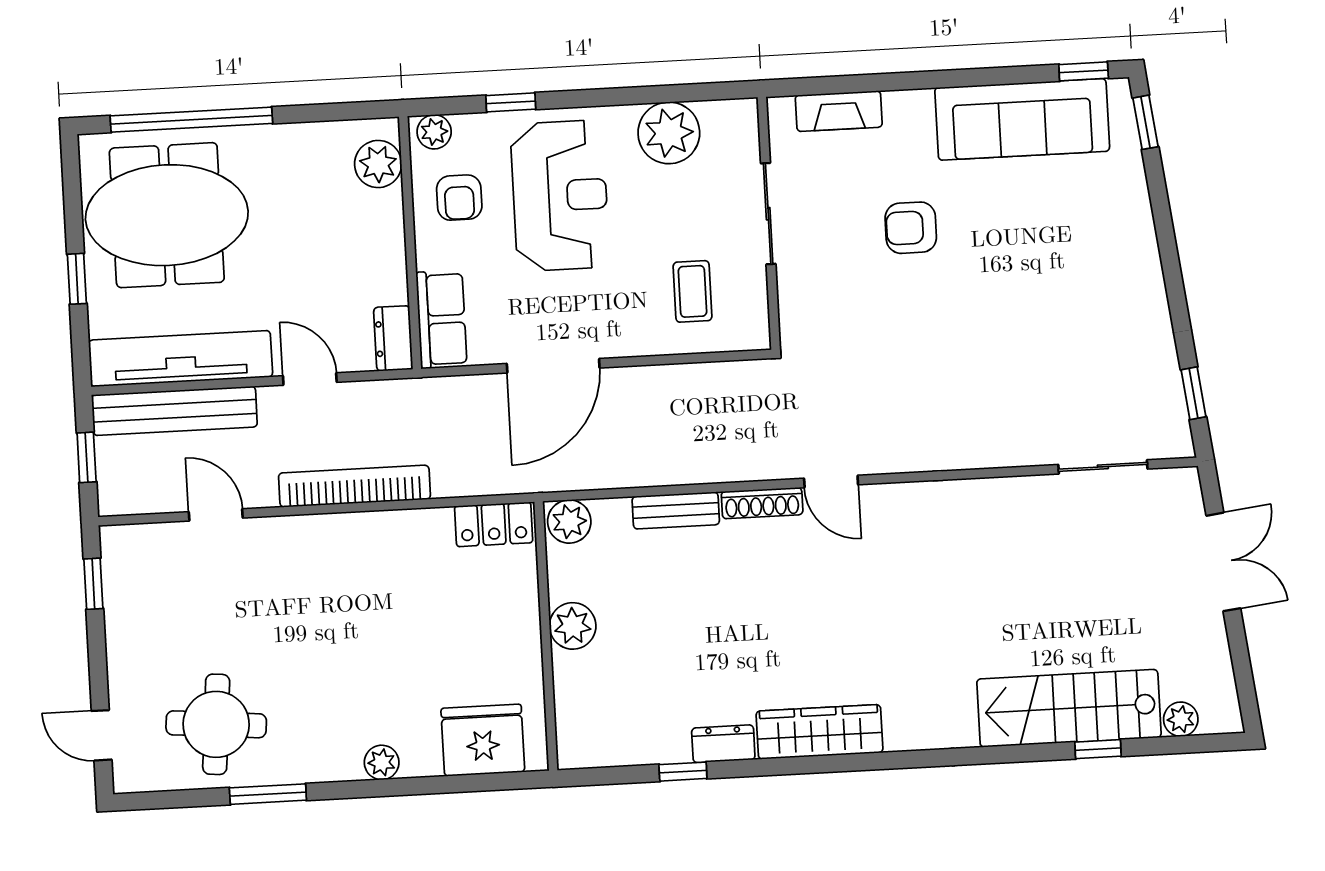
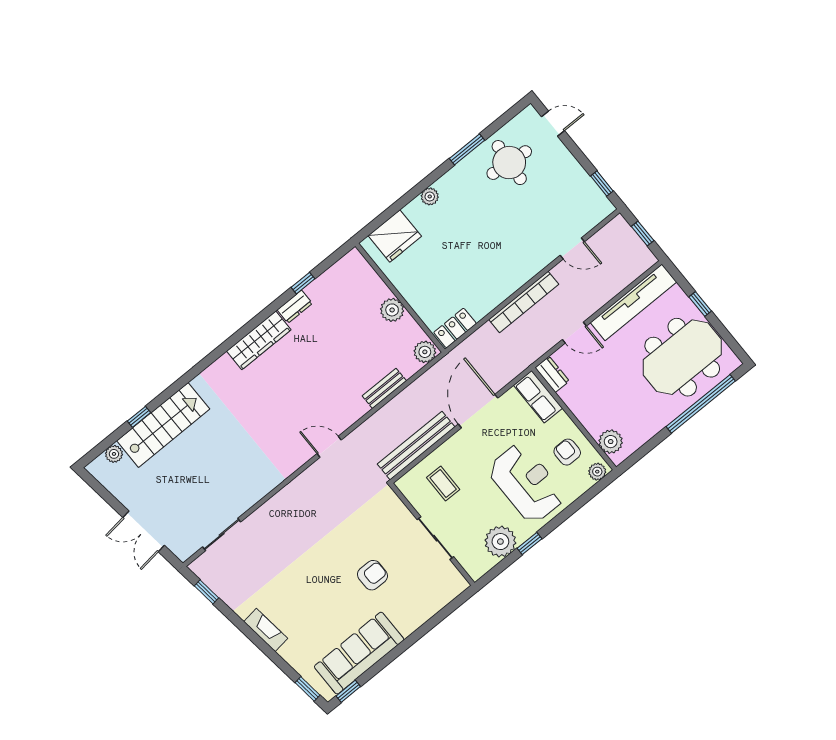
window: (511, 102) -> (529, 543), moved
fireplace: (839, 111) -> (266, 630), moved, turned 83
reception desk: (560, 196) -> (526, 483), turned 180
bench: (174, 411) -> (416, 446), moved
shoe rack: (762, 503) -> (351, 417), removed

